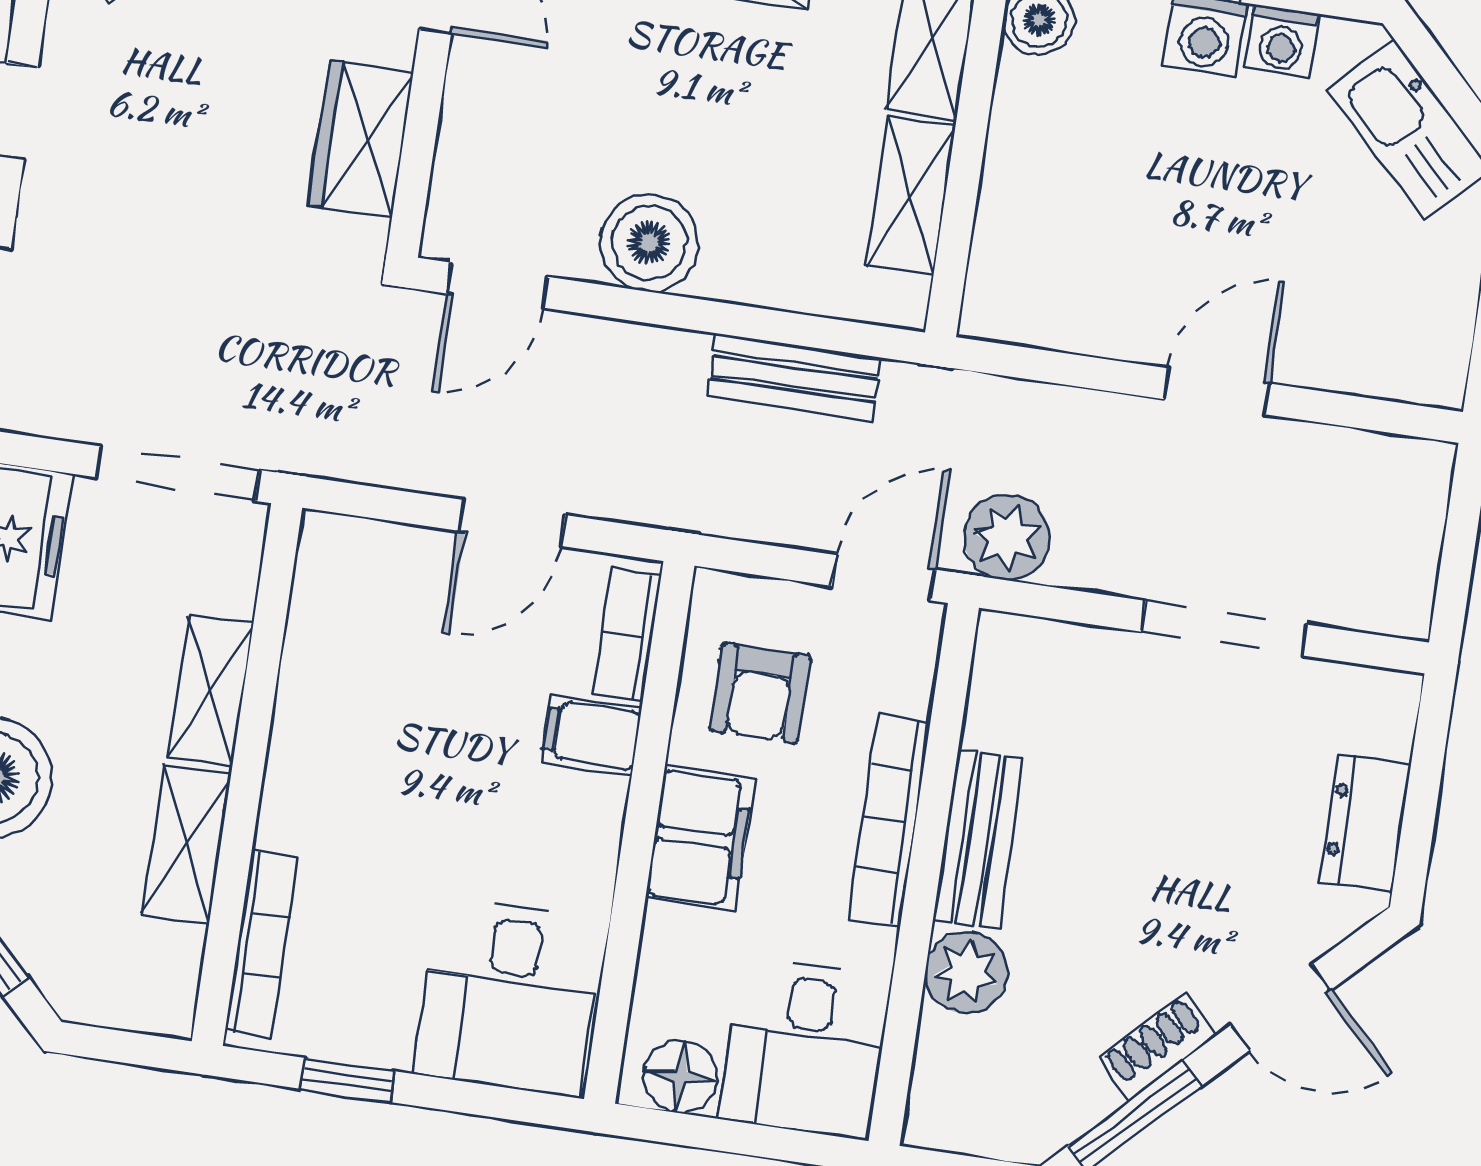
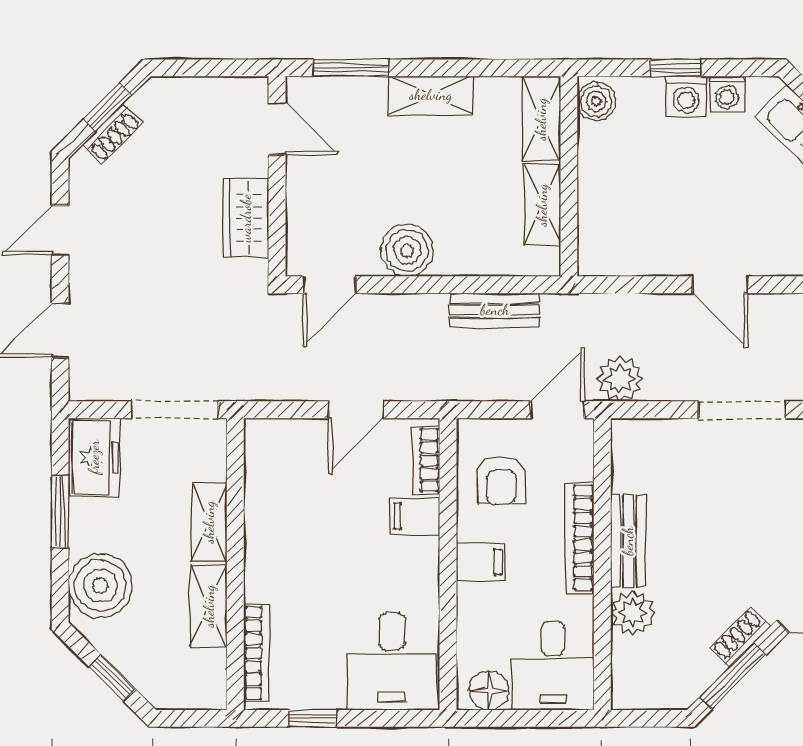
door: (1217, 391) -> (720, 285), swing flipped
filing cabinet: (700, 838) -> (481, 562), width x0.50

